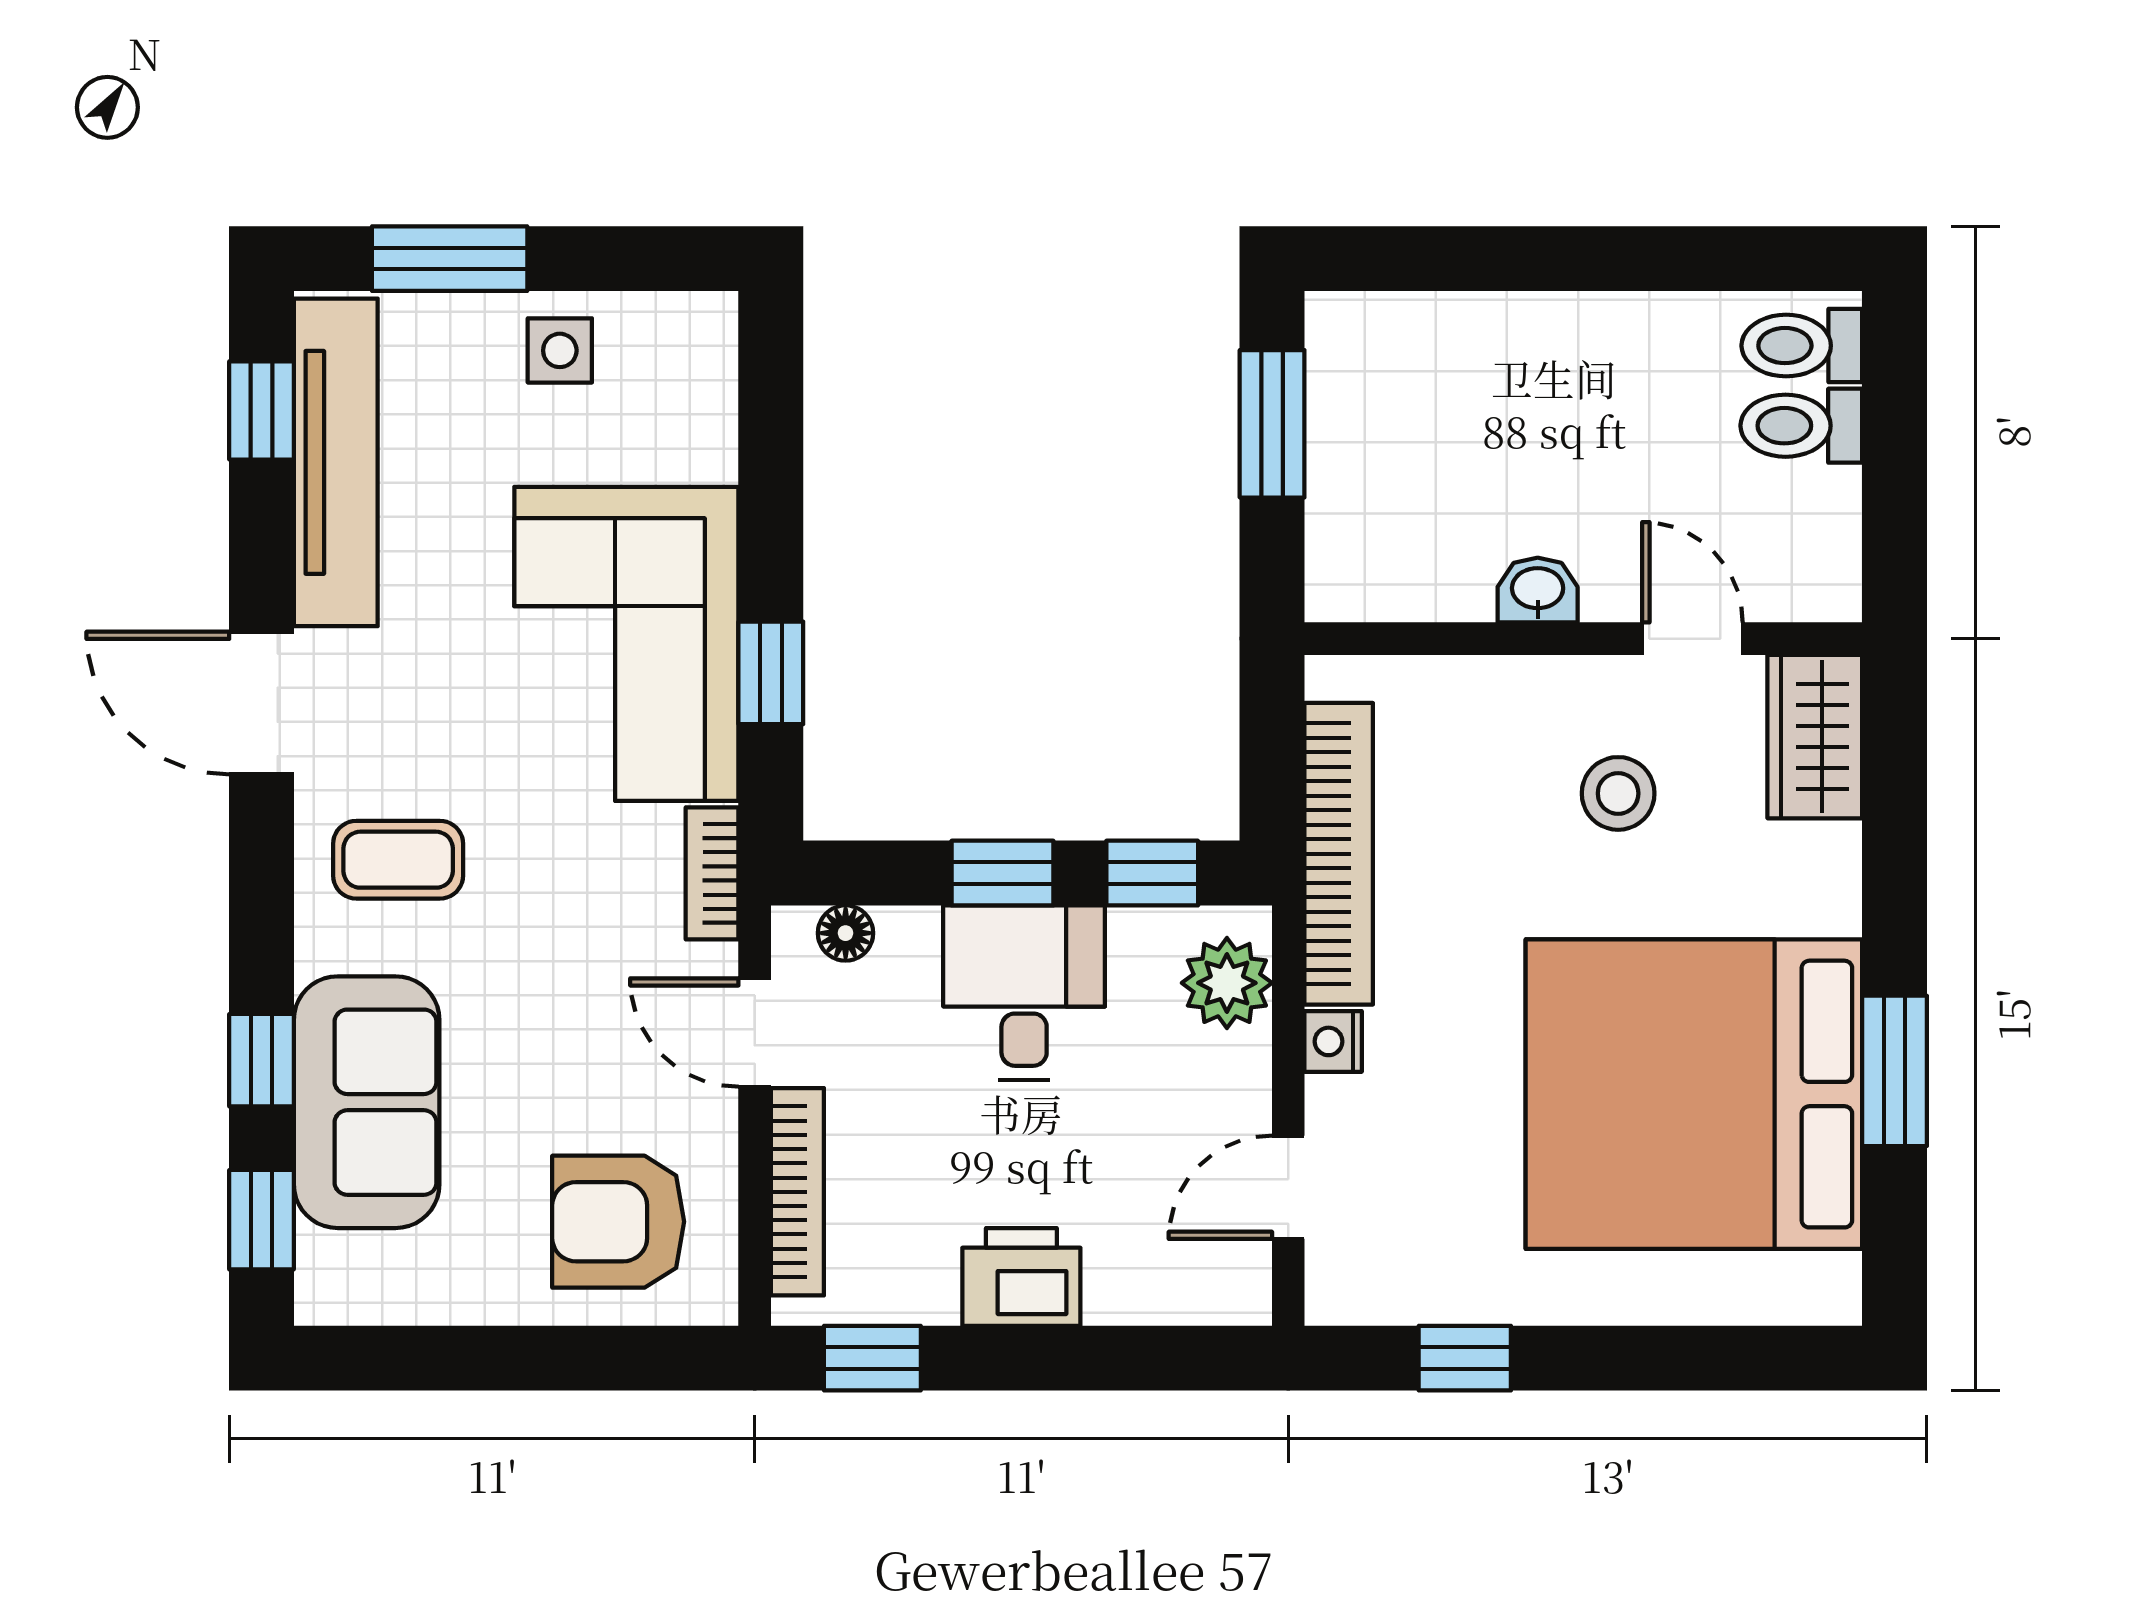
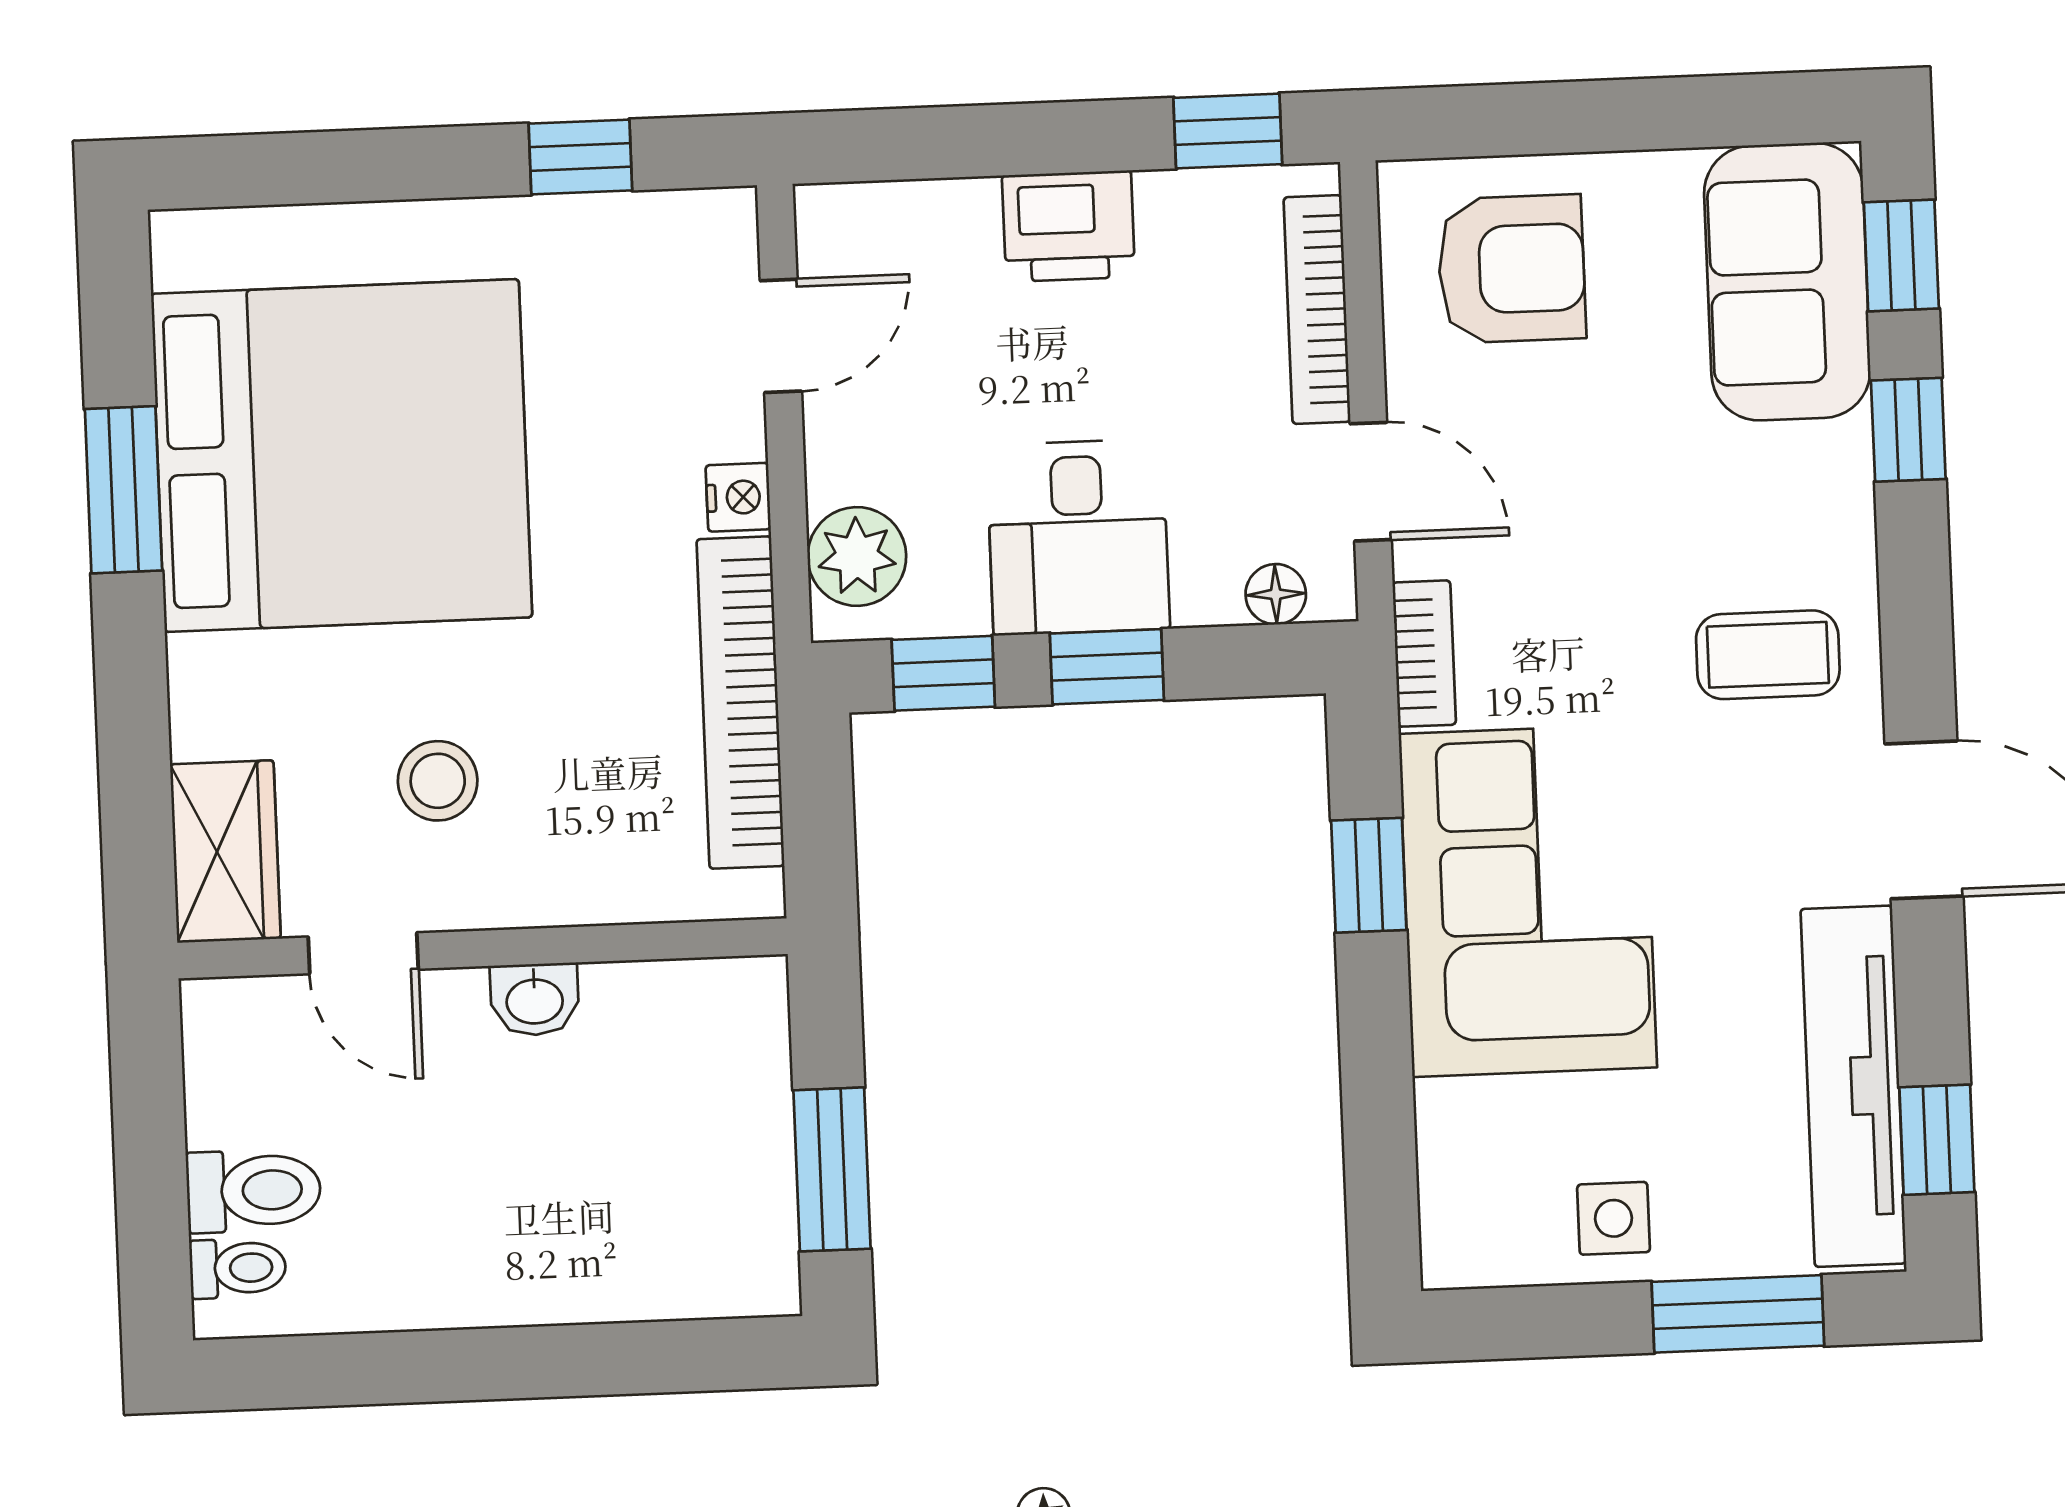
toilet: (1802, 346) -> (238, 1268), width x0.73, depth x0.72
sofa: (367, 1102) -> (1787, 282), moved

